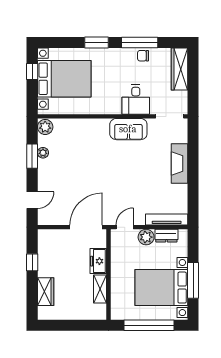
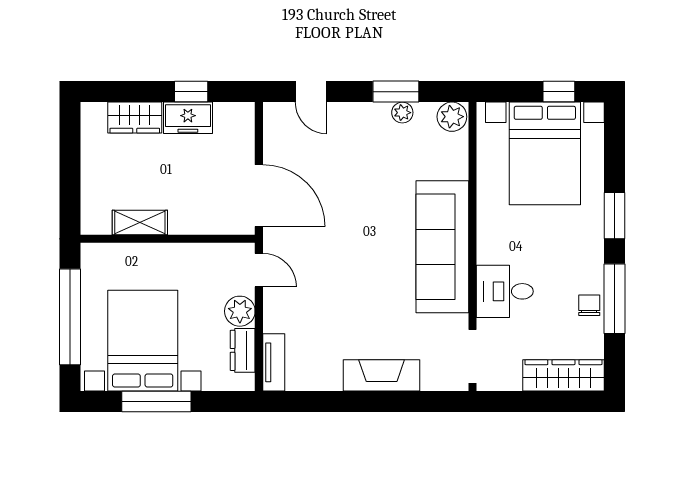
sofa: (128, 129) -> (442, 247), width x1.85, depth x1.27
tv unit: (167, 219) -> (274, 362), width x0.71
freezer: (98, 261) -> (188, 118), moved, turned 180

